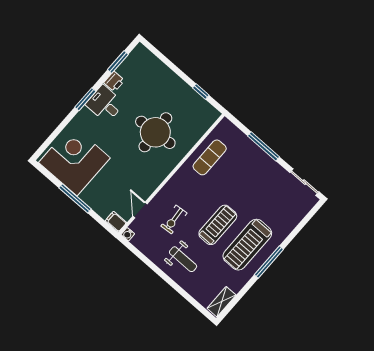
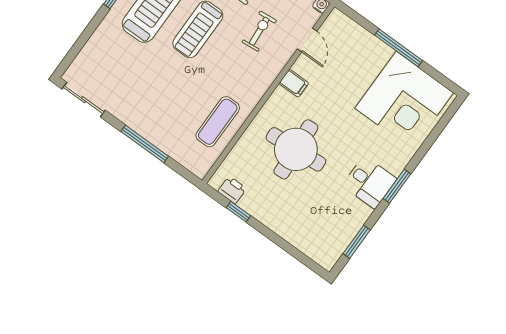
printer: (114, 82) -> (232, 190), moved, turned 90
filing cabinet: (116, 222) -> (294, 83), moved

